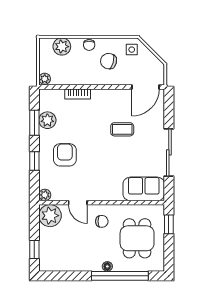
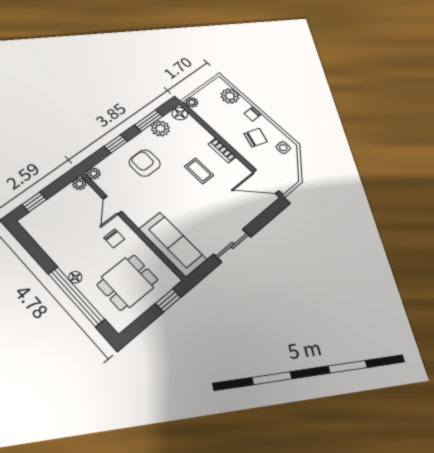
chair: (109, 61) -> (256, 138), turned 93
bookcase: (78, 94) -> (222, 150), moved
floor lamp: (47, 96) -> (180, 114), added
coffee table: (122, 129) -> (199, 171), moved
sliding door: (169, 152) -> (232, 246), width x0.73
armchair: (65, 155) -> (145, 163), turned -90
sofa: (144, 189) -> (173, 244), width x1.36
plant: (50, 216) -> (79, 184), width x0.53, depth x0.53

